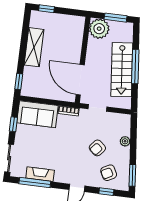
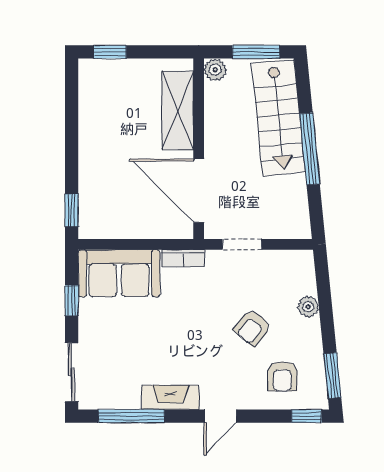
plant: (99, 29) -> (215, 70), width x0.53, depth x0.53
shelving: (34, 47) -> (178, 111), moved
stairs: (122, 70) -> (278, 118), moved
armchair: (109, 173) -> (282, 376), turned -62
fireplace: (40, 174) -> (170, 397), moved
window: (106, 192) -> (306, 416), moved

